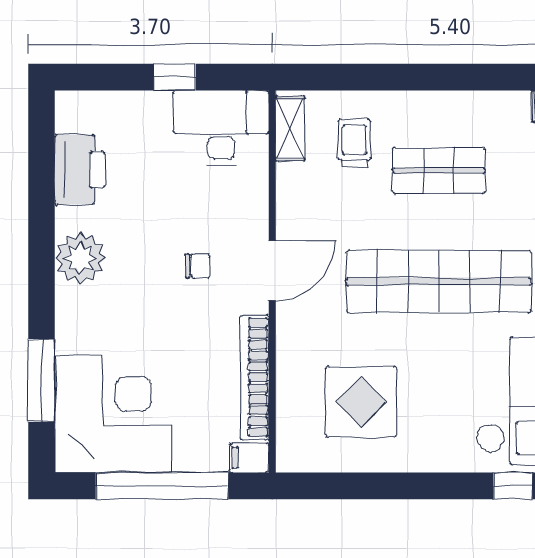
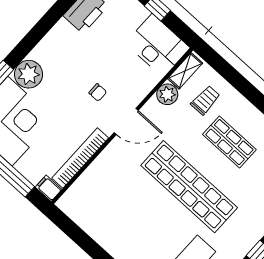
plant: (295, 182) -> (167, 94), added
plant: (80, 258) -> (29, 74), moved
display table: (361, 402) -> (114, 207), removed

